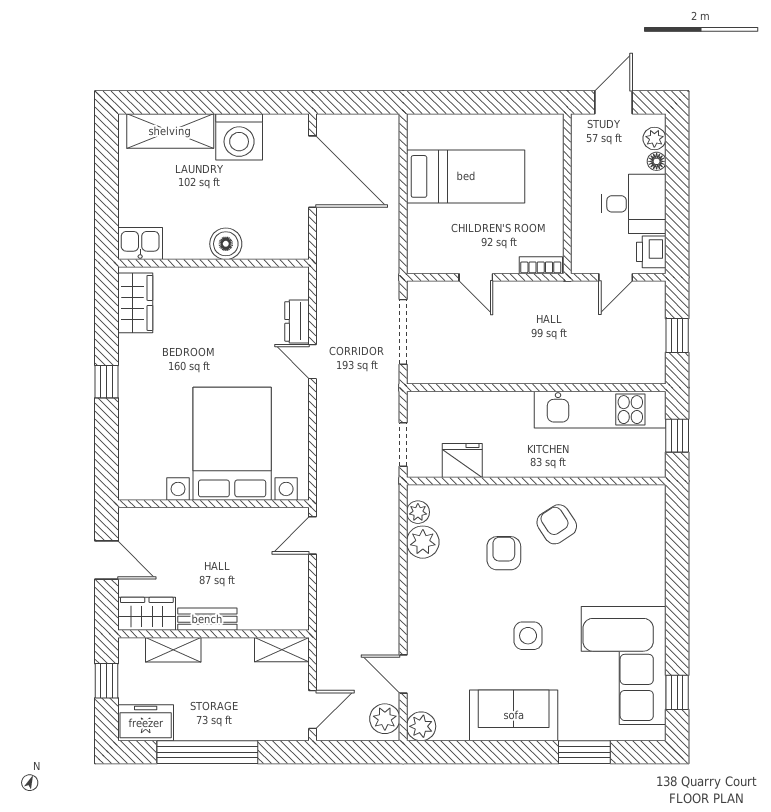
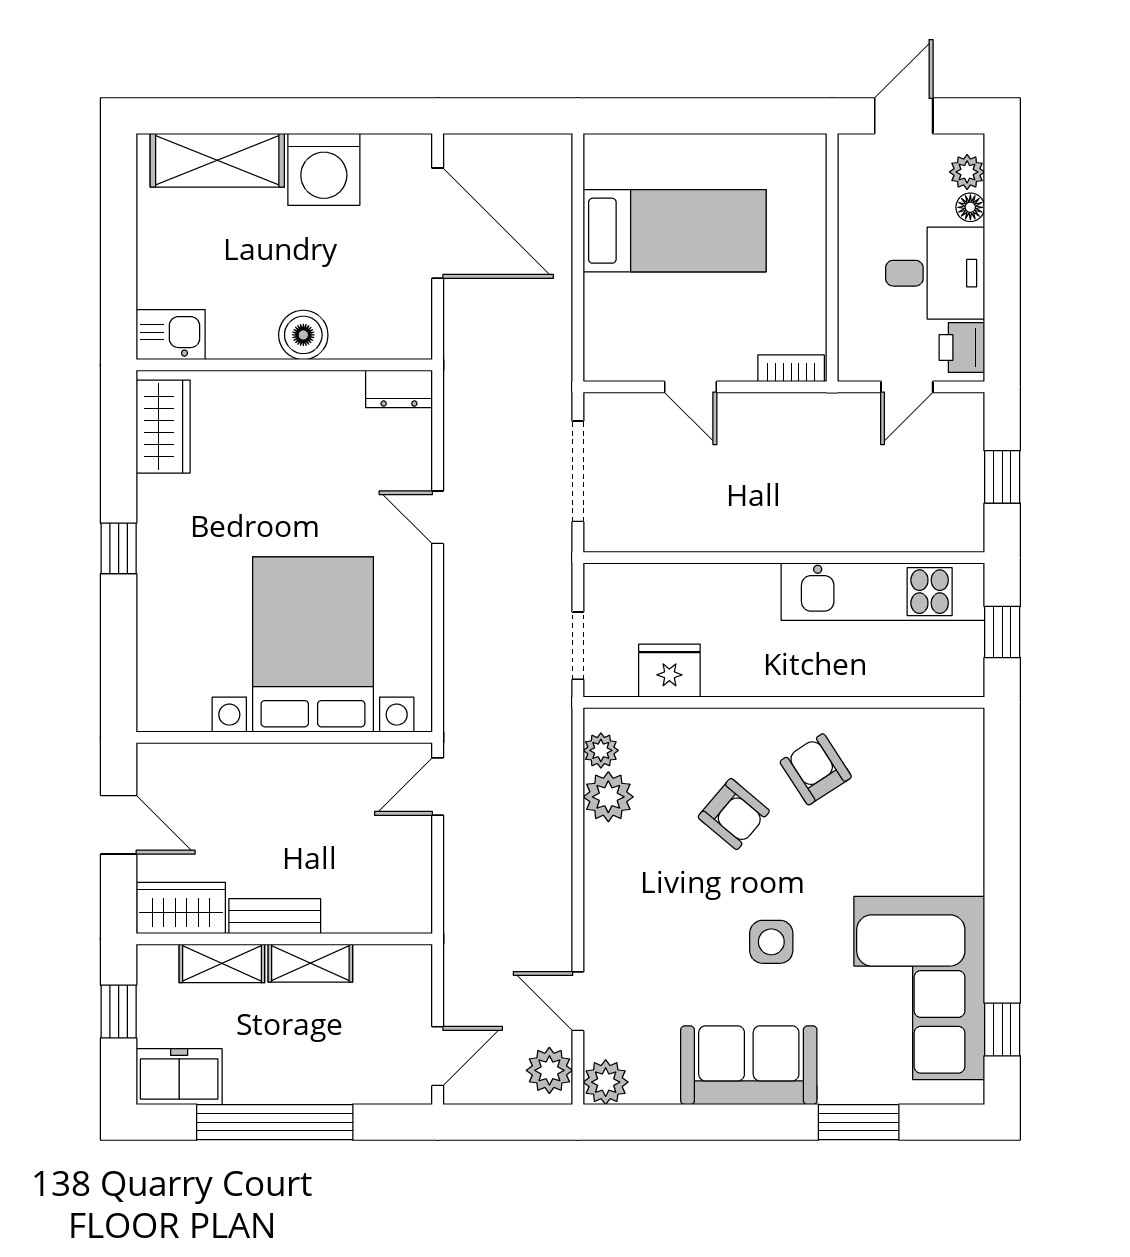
dresser: (297, 321) -> (399, 389), moved, turned -90
armchair: (504, 553) -> (734, 814), turned 130
shelving: (282, 650) -> (310, 963), moved

